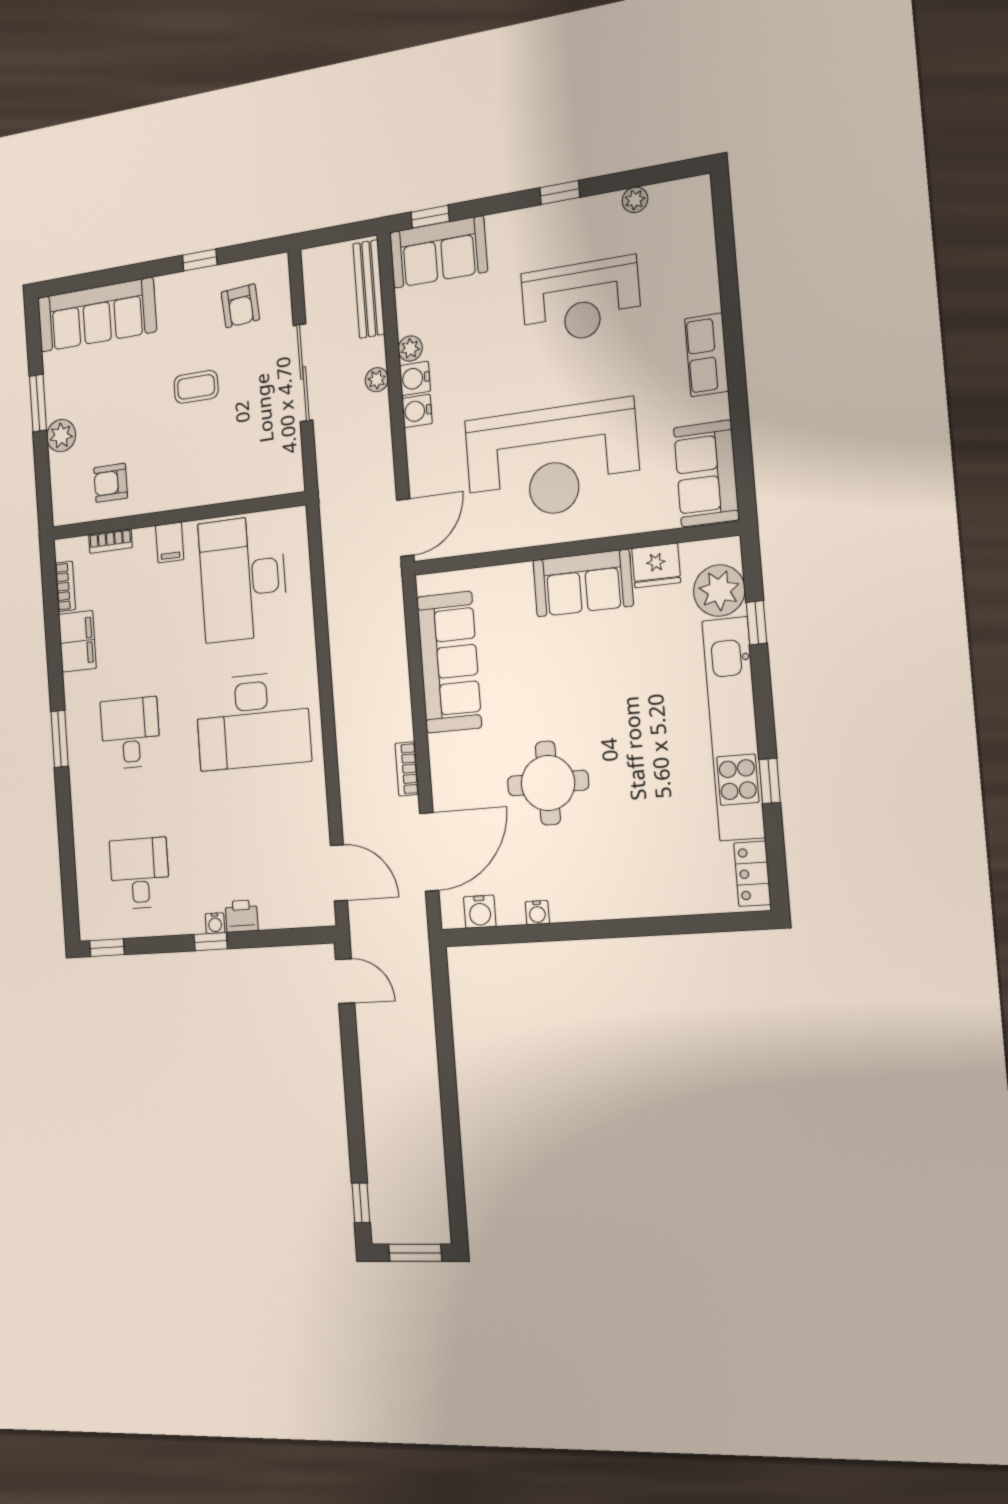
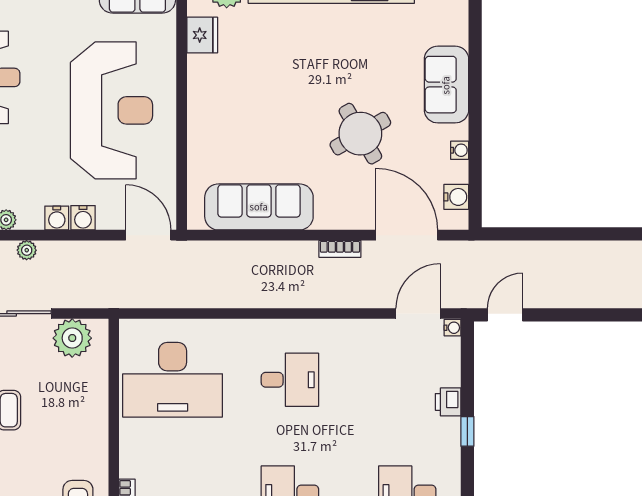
water cooler: (415, 378) -> (83, 218), moved
plant: (281, 451) -> (72, 338), added
filing cabinet: (170, 542) -> (135, 444), removed
sofa: (583, 583) -> (446, 85), moved, turned 180
desk: (253, 721) -> (290, 380), width x0.53, depth x0.77
round table: (548, 783) -> (360, 134), turned -30
water cooler: (215, 923) -> (453, 328), moved

